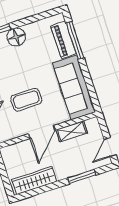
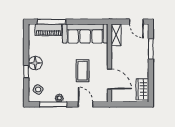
shelving: (72, 131) -> (116, 35), moved
door: (42, 132) -> (109, 79), moved
wardrobe: (34, 180) -> (142, 89), width x0.67

